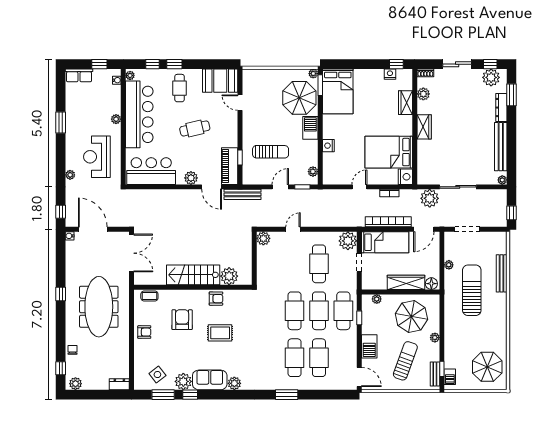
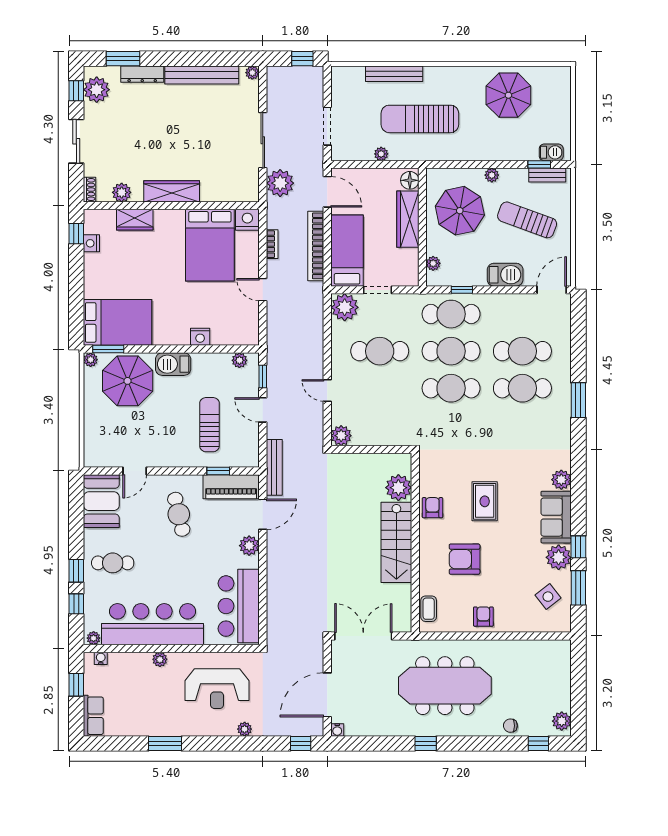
wardrobe: (424, 127) -> (172, 191), width x1.50
cafe table: (195, 128) -> (179, 514), moved
parasol: (487, 367) -> (508, 95), moved
dresser: (119, 384) -> (563, 654), removed

